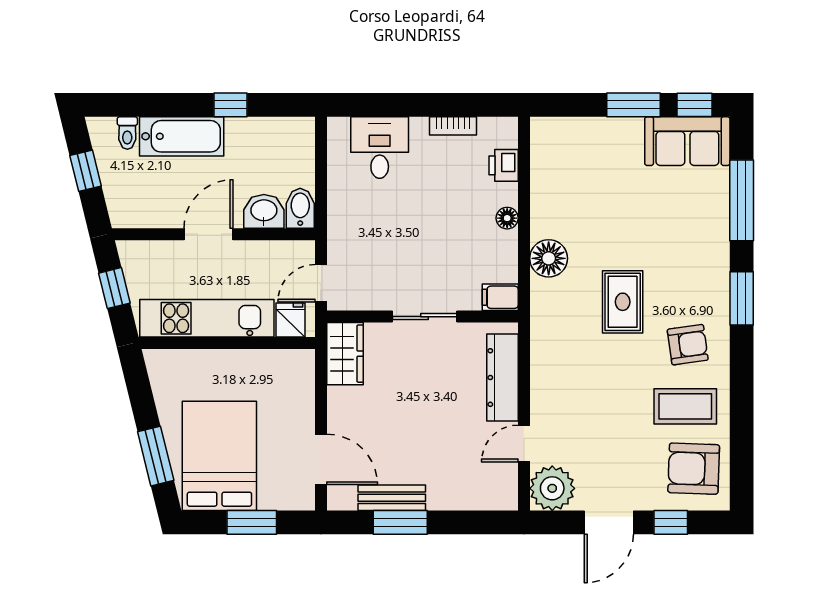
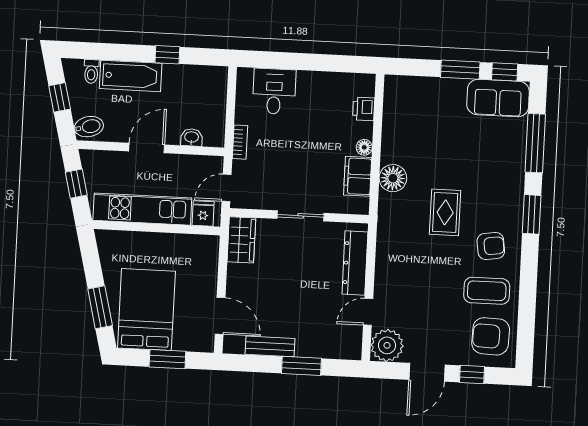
bookcase: (453, 126) -> (240, 142), moved, turned -90
bidet: (300, 208) -> (89, 127), moved, turned 76
washbasin: (264, 211) -> (192, 137), width x0.72, depth x0.69
filing cabinet: (500, 297) -> (358, 176), moved, width x2.00
window: (400, 522) -> (301, 366), moved

